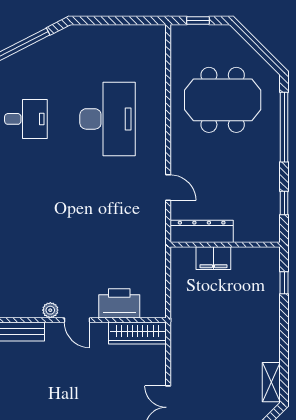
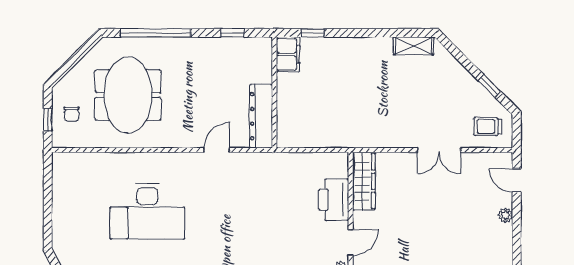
chair: (204, 44) -> (72, 114), added
desk: (108, 119) -> (147, 211), turned 180
filing cabinet: (213, 258) -> (288, 54), moved

